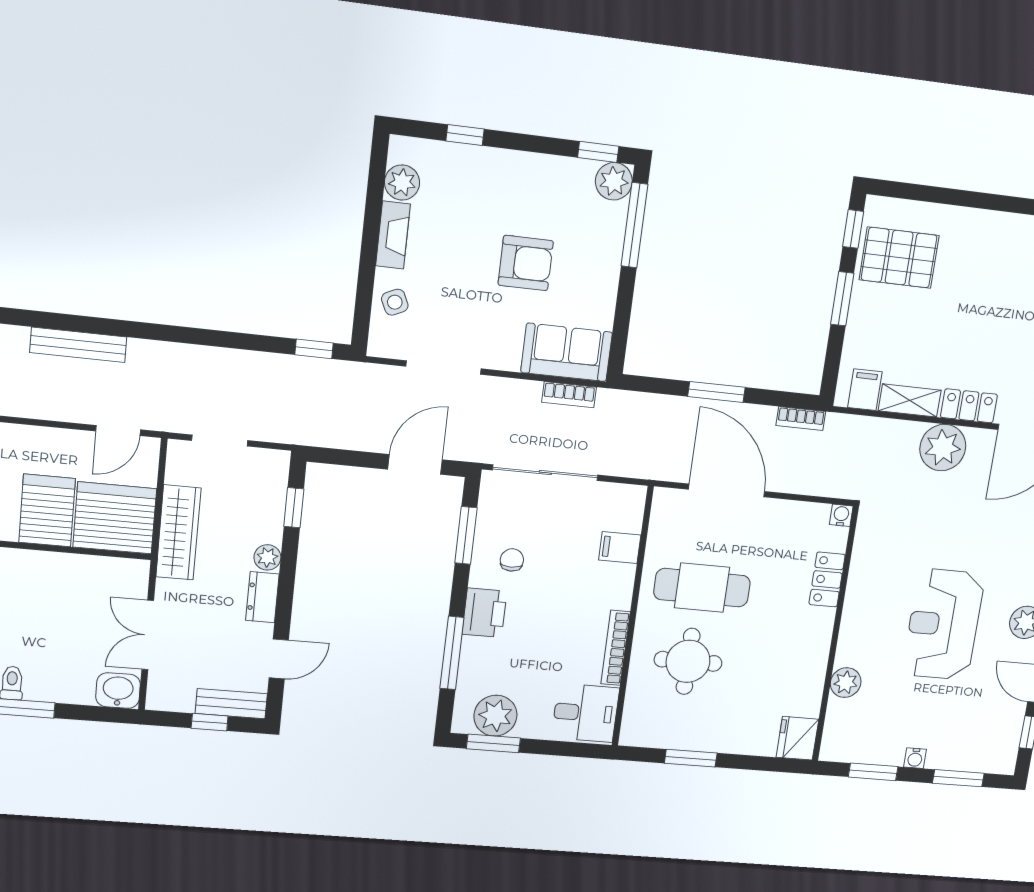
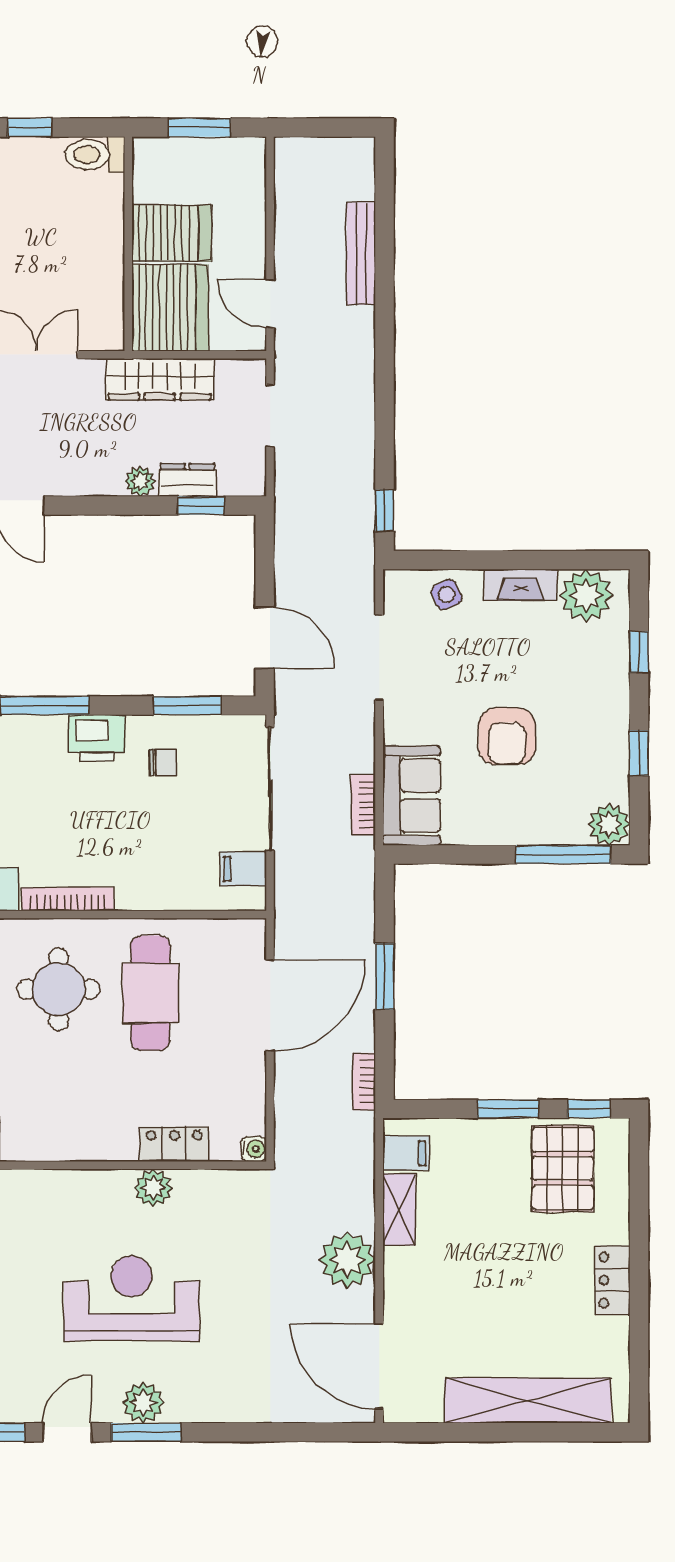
window: (598, 152) -> (639, 753), moved
plant: (402, 182) -> (586, 595), width x1.36, depth x1.36
locker: (969, 406) -> (612, 1280), moved, turned 180
filing cabinet: (620, 548) -> (243, 869), moved, turned -90
dresser: (262, 597) -> (187, 480), moved
plant: (846, 683) -> (153, 1188), moved

